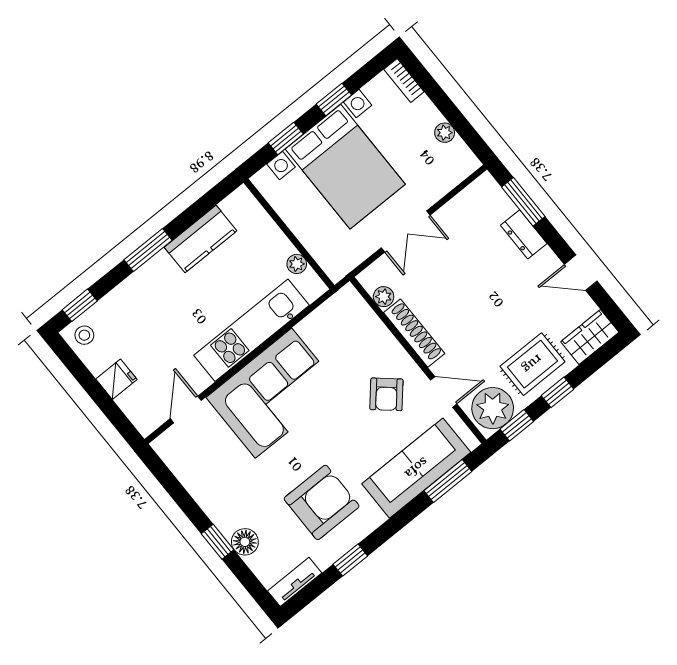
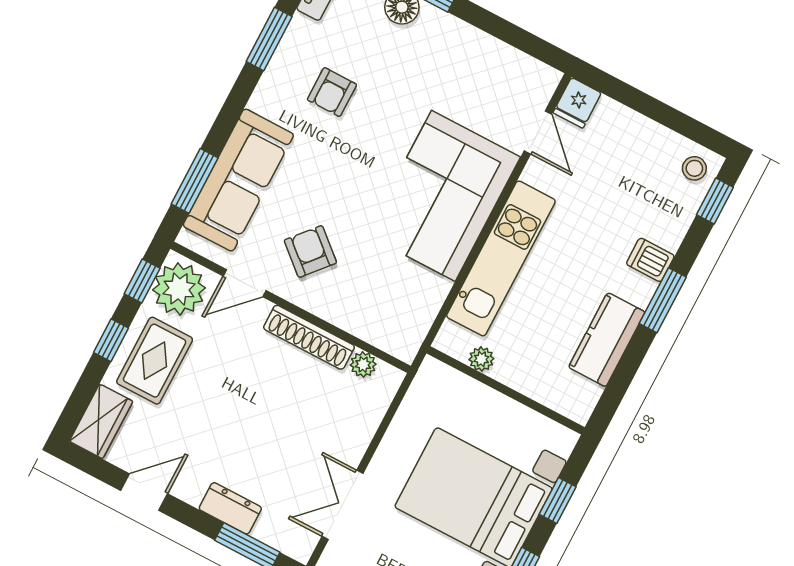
double door: (406, 231) -> (342, 505), moved
dishwasher: (144, 283) -> (650, 260), added
fridge: (116, 379) -> (577, 103), moved
armchair: (322, 502) -> (332, 92), width x0.53, depth x0.53
window: (350, 560) -> (269, 39), width x1.50

